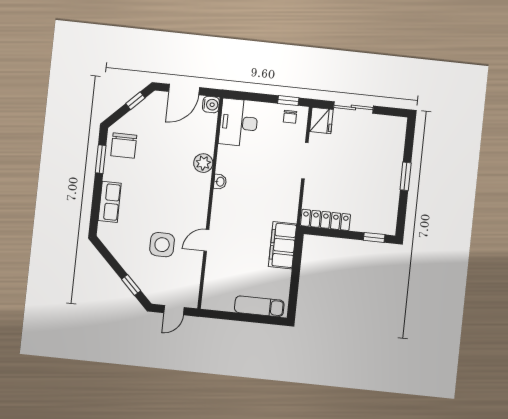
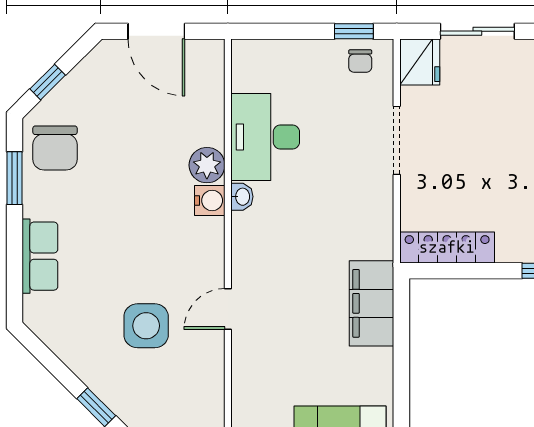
door: (184, 90) -> (156, 31), hinge flipped
window: (135, 101) -> (48, 82), moved
water cooler: (211, 105) -> (210, 201), moved
desk: (239, 123) -> (265, 137), moved

